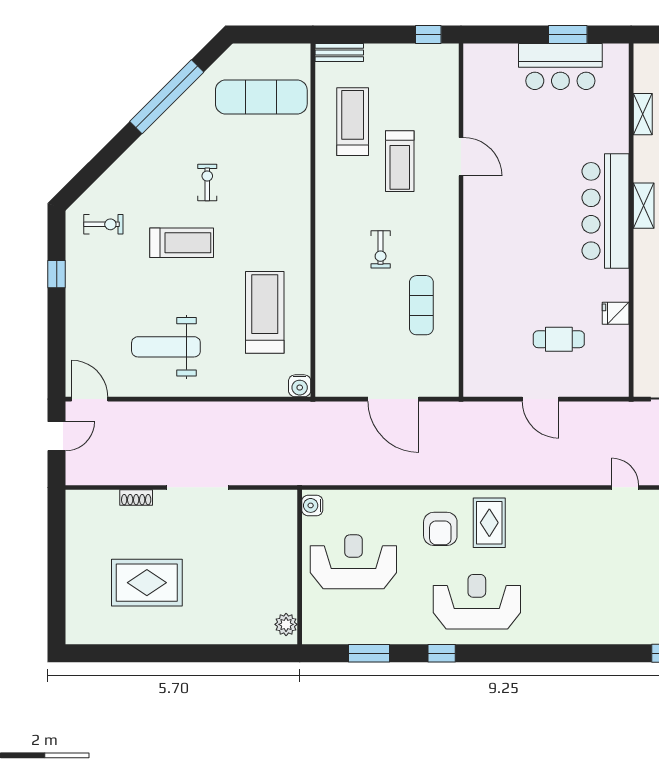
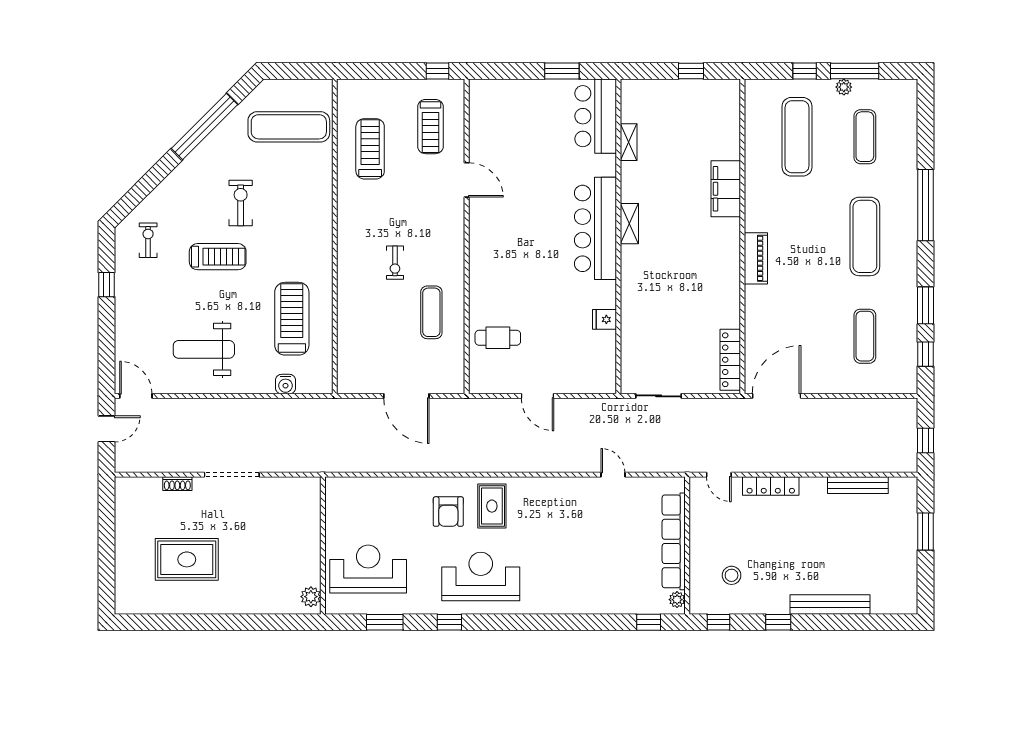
bench: (339, 52) -> (358, 87), removed
bar counter: (560, 66) -> (596, 116), moved, turned 90
treadmill: (400, 161) -> (430, 127), moved
exercise bike: (207, 183) -> (241, 203), width x1.38, depth x1.39
exercise bike: (103, 224) -> (148, 240), turned -90
cafe table: (559, 339) -> (498, 338), moved
water cooler: (300, 386) -> (286, 384), moved
water cooler: (312, 505) -> (334, 491), removed
reception desk: (353, 562) -> (368, 569), moved

